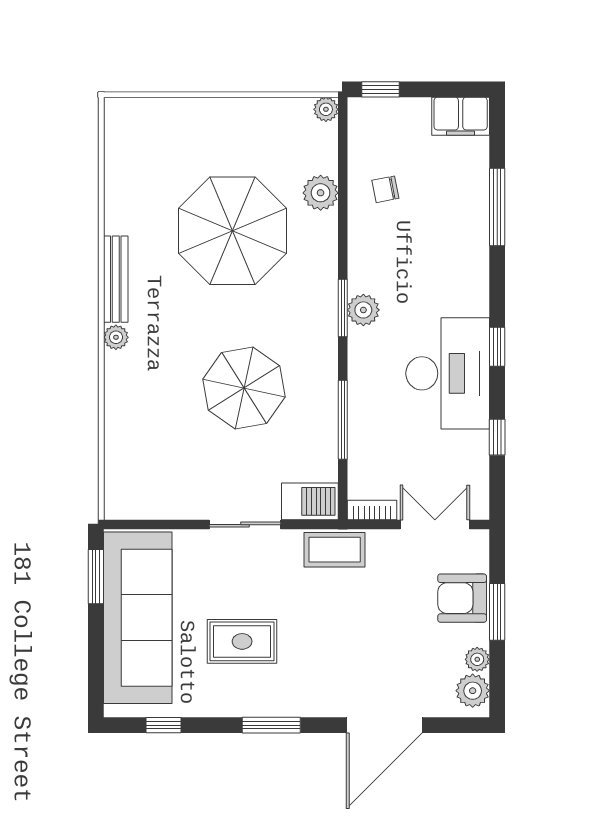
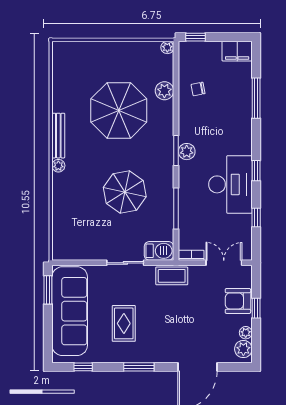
window: (497, 612) -> (256, 308), width x0.67
rug: (242, 641) -> (124, 323), turned 90

